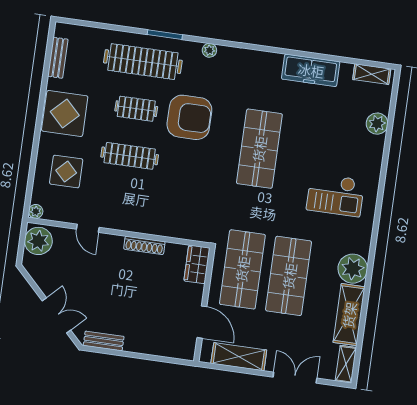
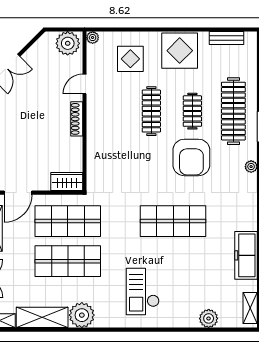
shoe rack: (144, 245) -> (77, 119), moved

